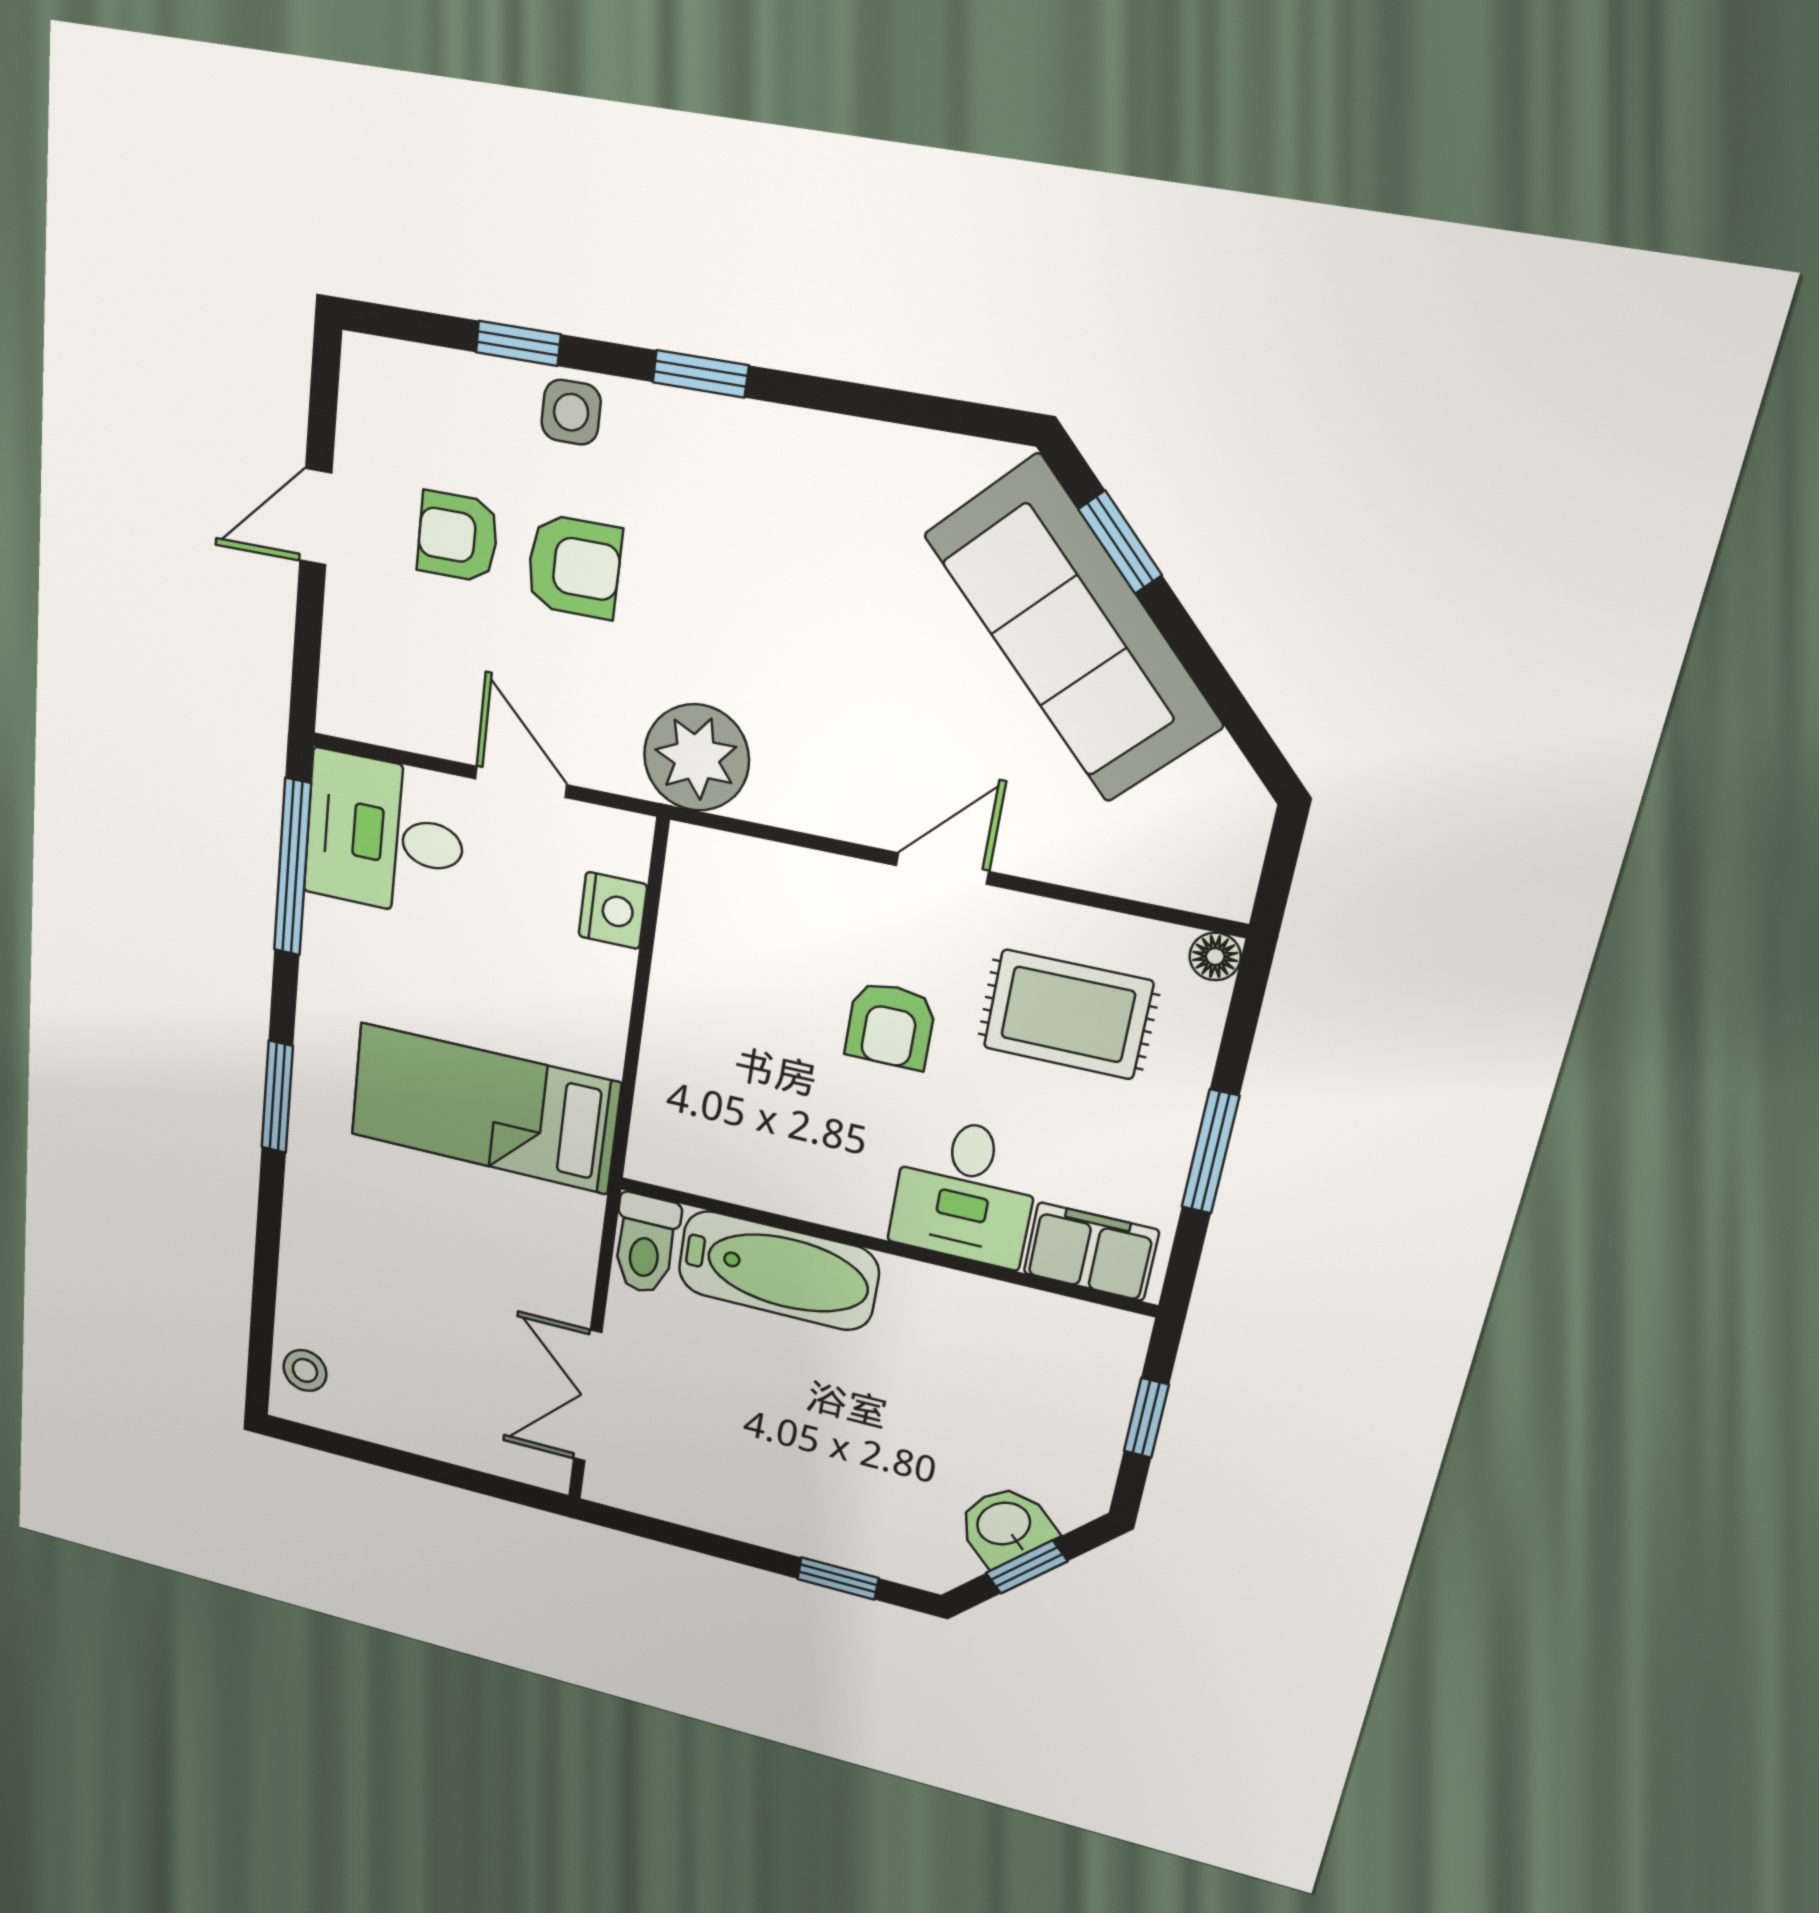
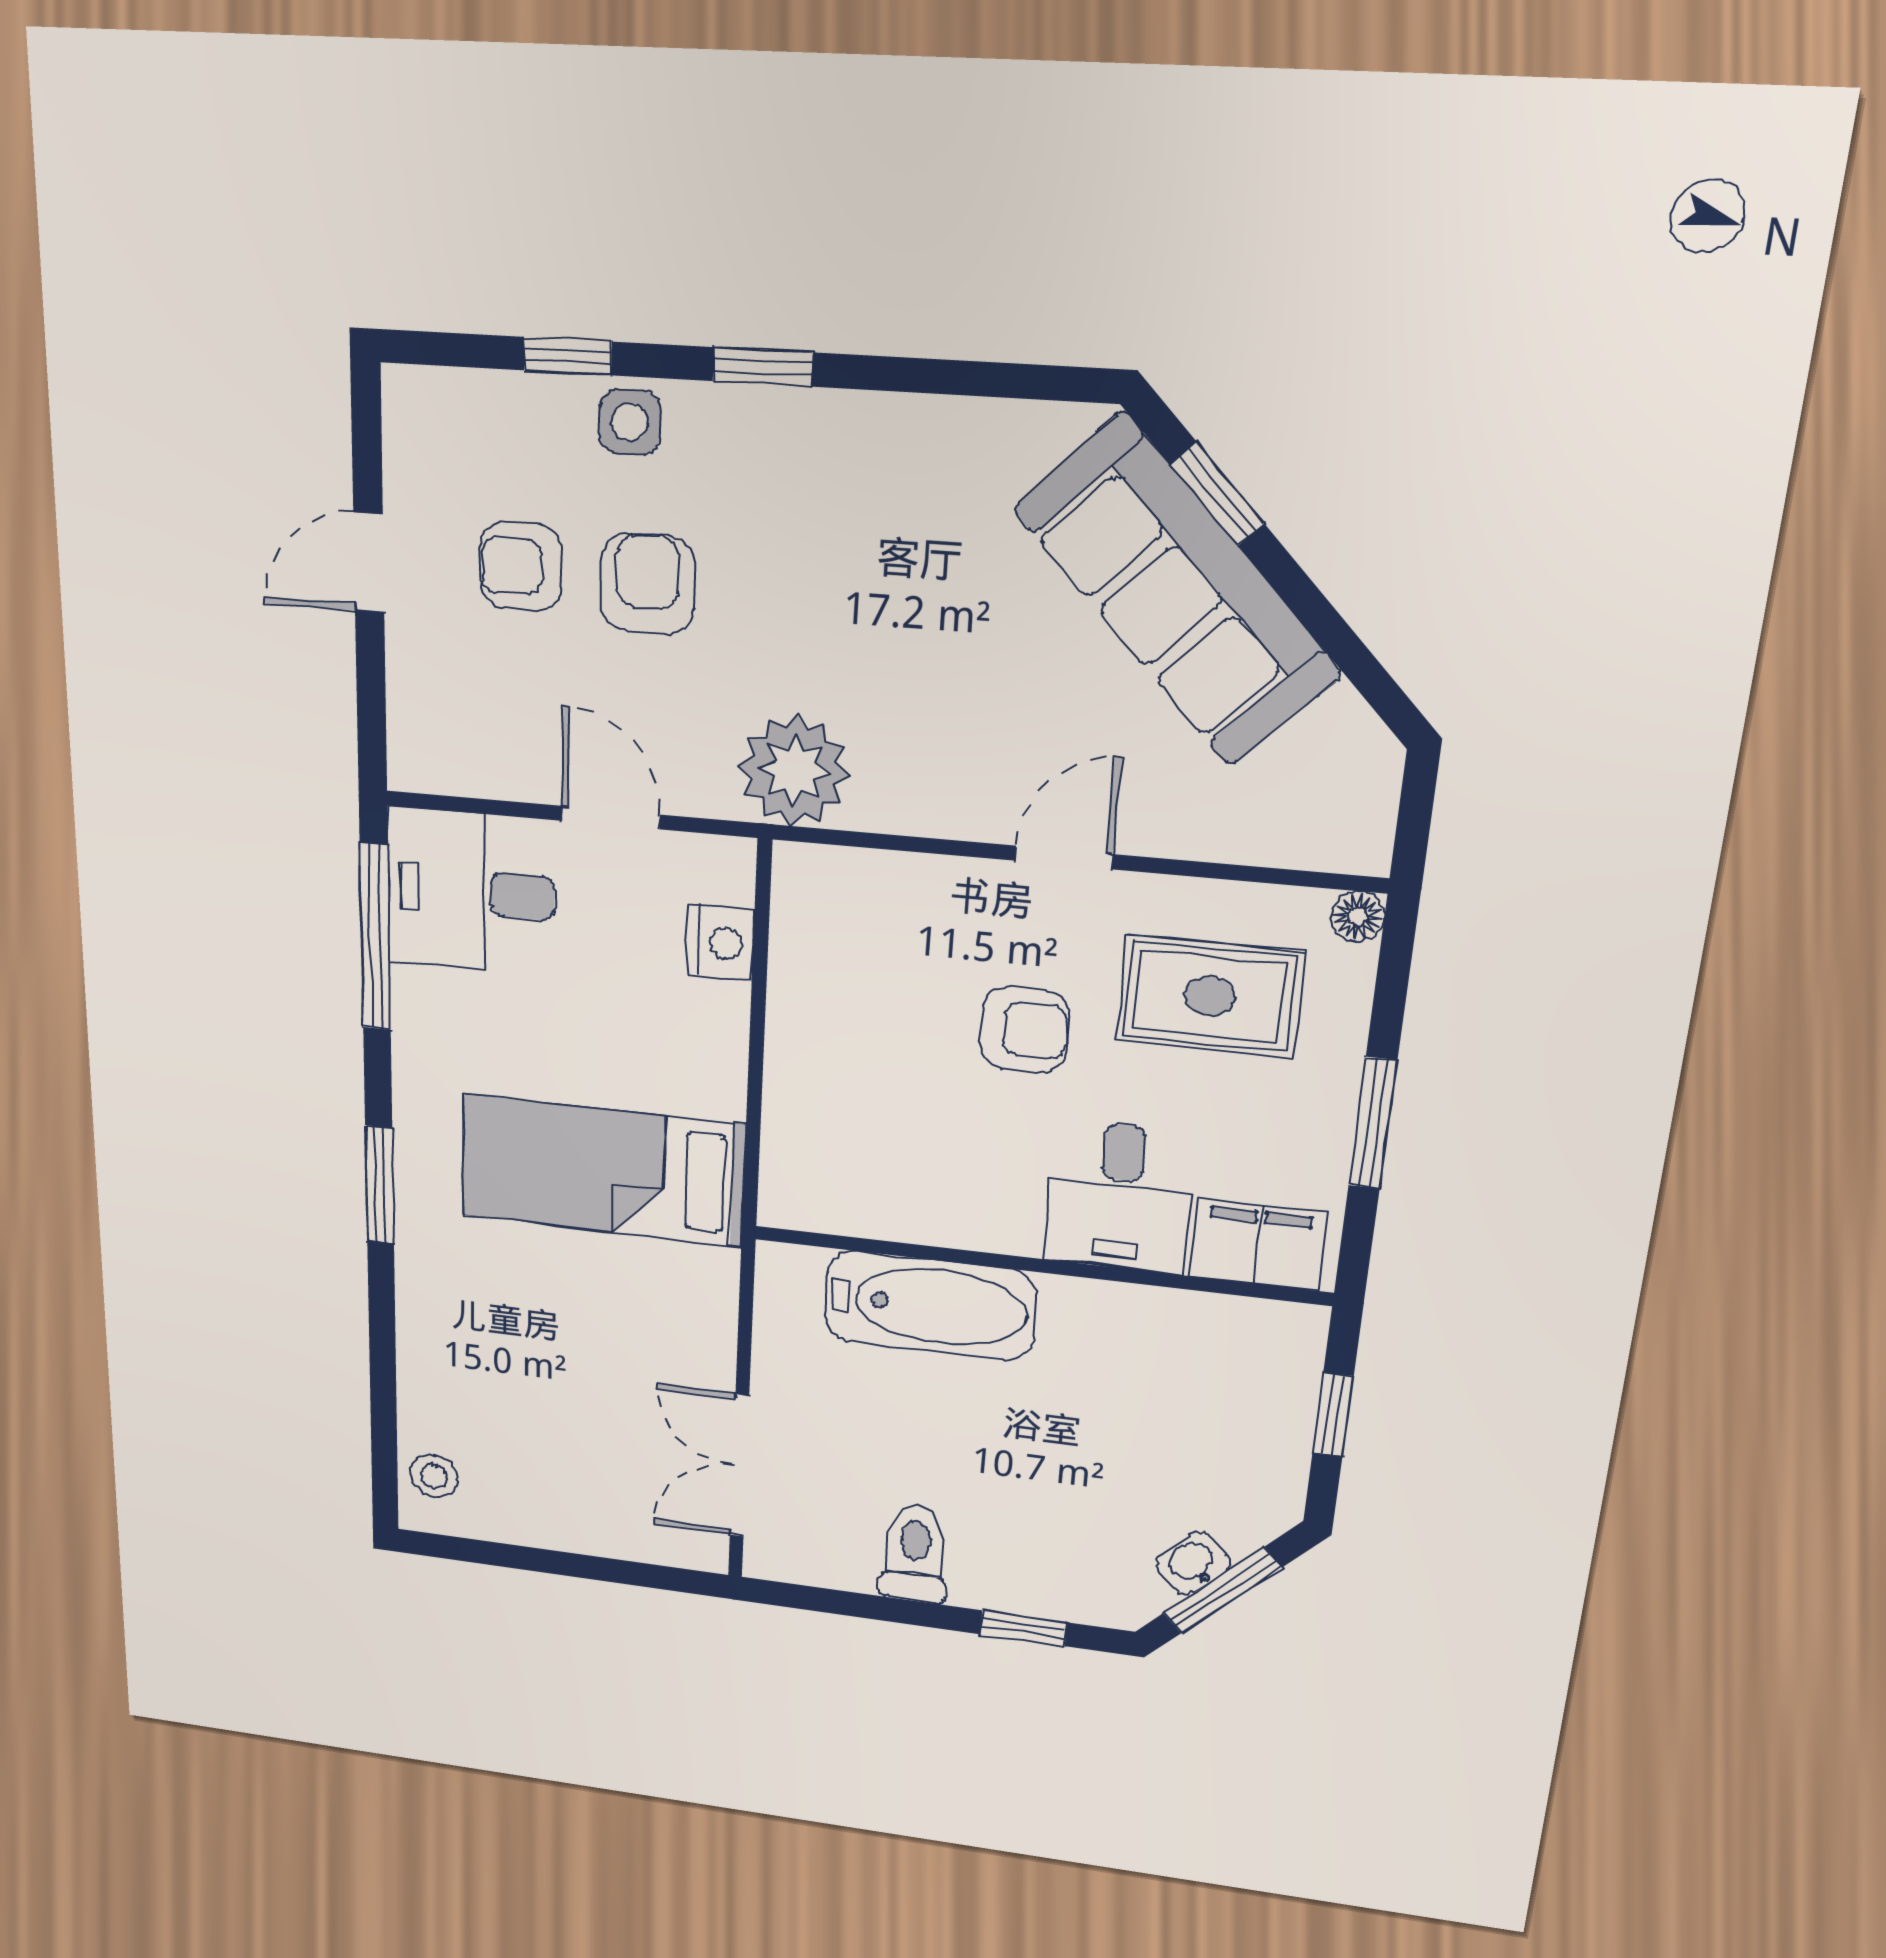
armchair: (574, 567) -> (647, 584), turned -90
armchair: (890, 1025) -> (1024, 1030), turned -90
toilet: (646, 1244) -> (915, 1554), moved, turned 180
washbasin: (1005, 1525) -> (1193, 1564), width x0.72, depth x0.69
window: (1027, 1567) -> (1222, 1590), width x1.50

